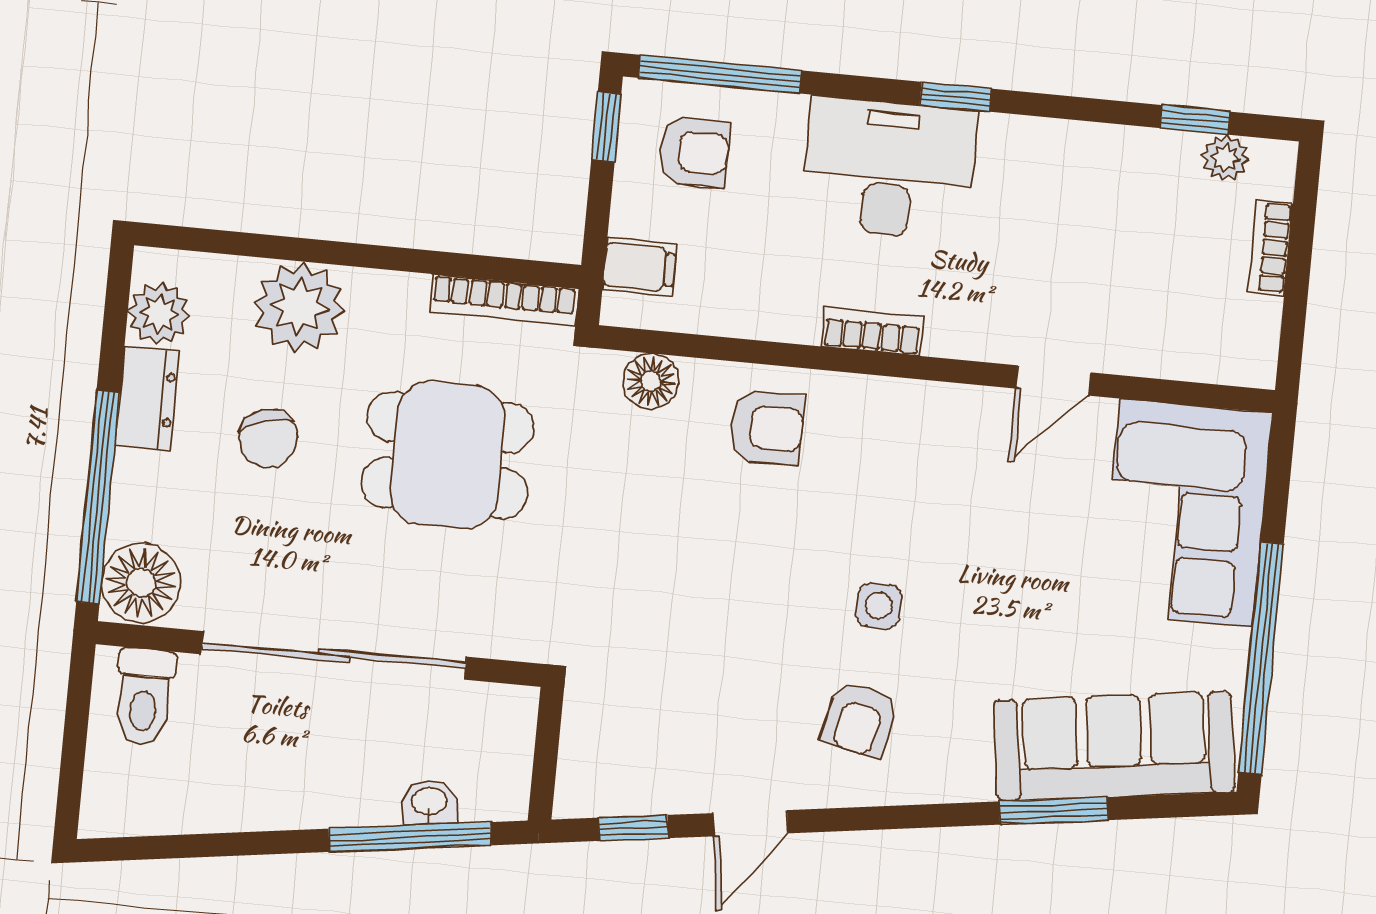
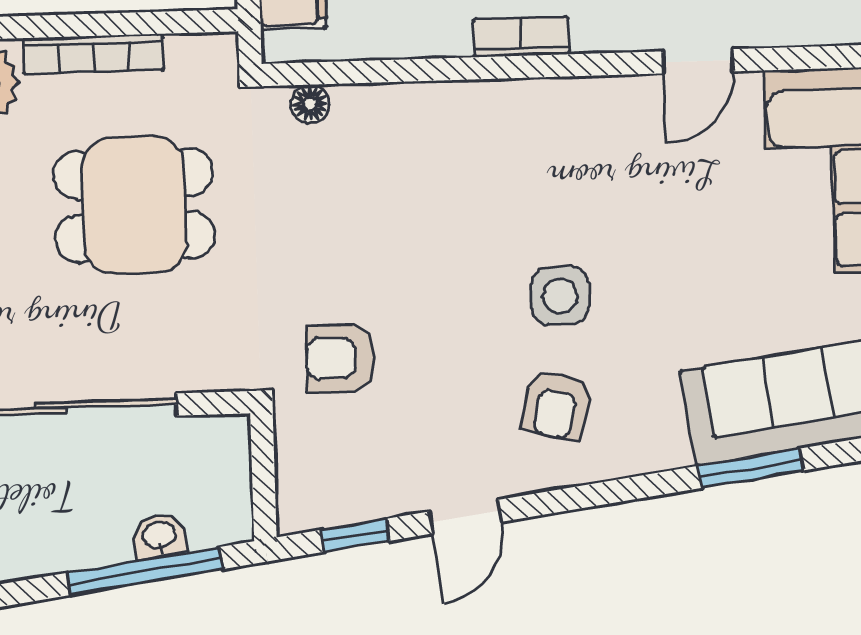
bookcase: (504, 300) -> (93, 54), moved
floor lamp: (651, 381) -> (310, 104), width x0.73, depth x0.73
armchair: (767, 428) -> (340, 358), moved, turned 180
side table: (879, 606) -> (560, 296), width x1.37, depth x1.37

